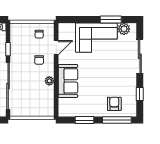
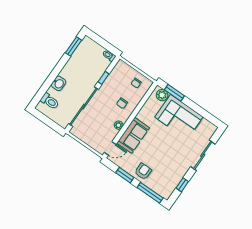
window: (111, 19) -> (174, 93), moved
plant: (124, 29) -> (162, 95), moved
door: (56, 48) -> (110, 148), moved
armchair: (114, 104) -> (143, 171), moved

